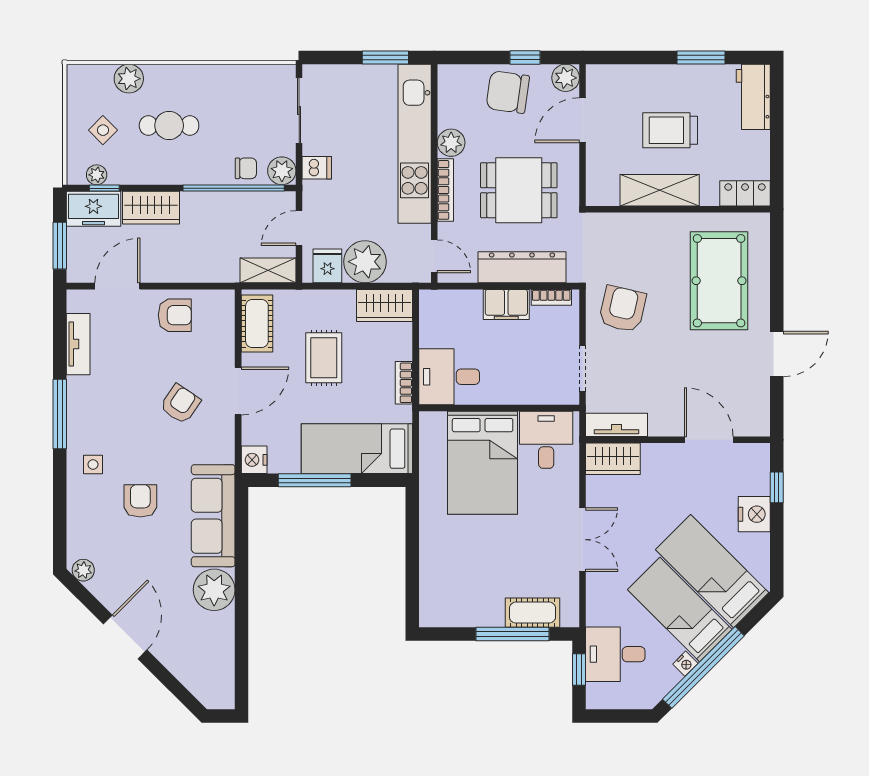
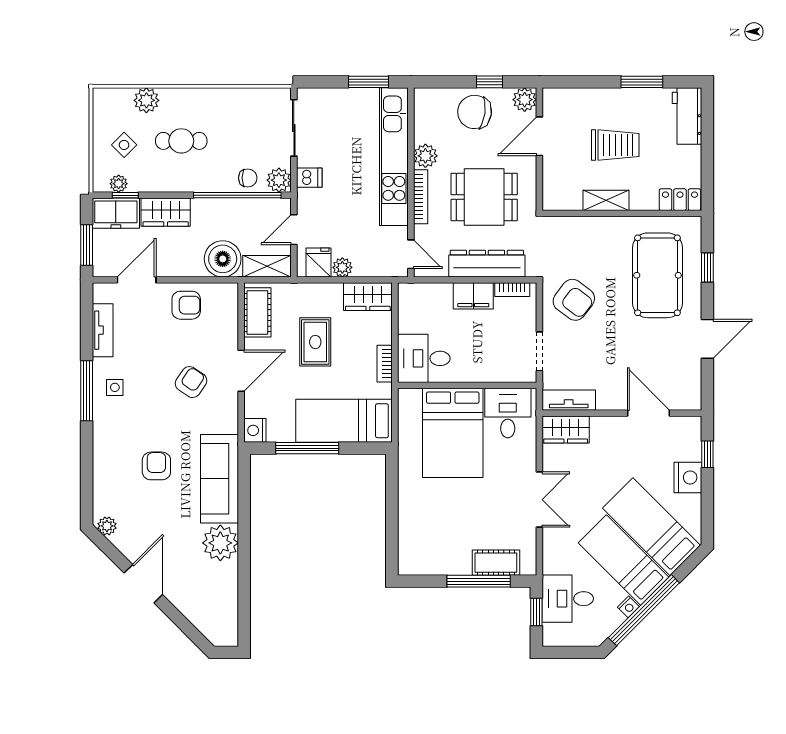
trolley: (670, 130) -> (615, 145), turned 180
shelving: (660, 190) -> (606, 200), width x0.67, depth x0.75
boiler: (217, 262) -> (223, 259), added
plant: (365, 262) -> (342, 267), width x0.53, depth x0.53
window: (777, 272) -> (707, 268), added
armchair: (622, 309) -> (574, 300), turned 114
side table: (93, 464) -> (115, 387), moved

